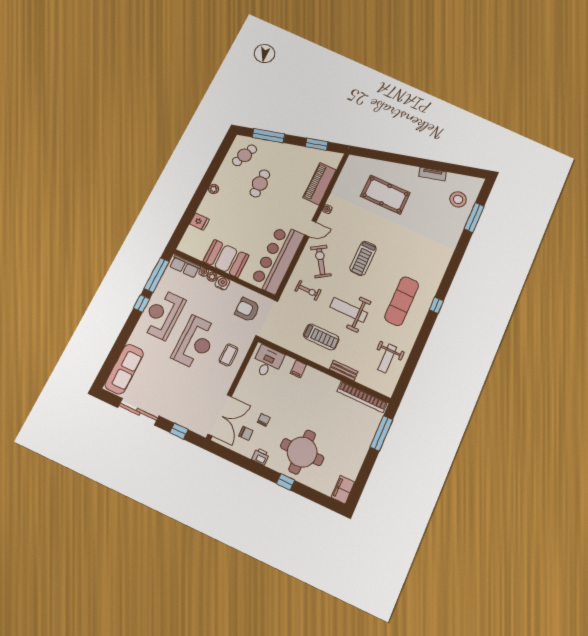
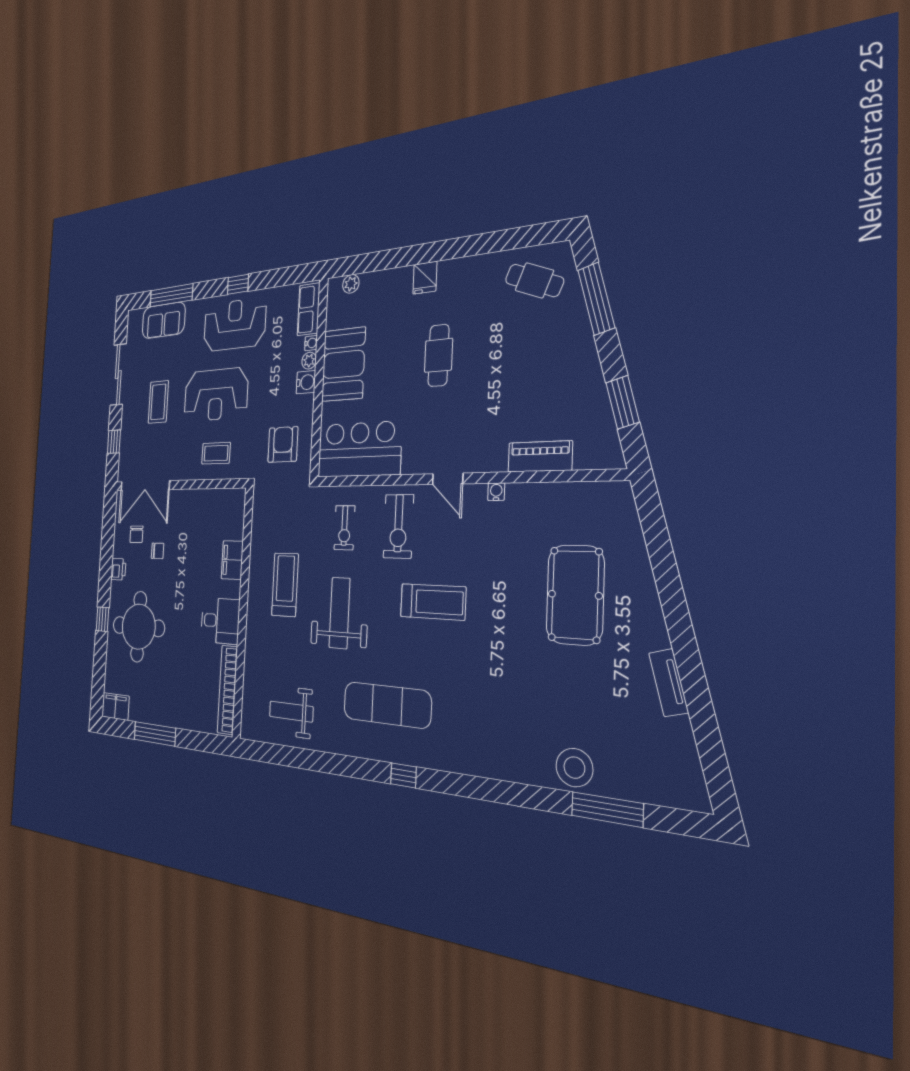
cafe table: (260, 183) -> (439, 355), moved, turned 90
piano: (320, 184) -> (540, 457), width x0.73, depth x0.75
plant: (214, 189) -> (351, 284), moved
stool: (458, 199) -> (574, 768), moved
fridge: (199, 222) -> (425, 278), moved
treadmill: (363, 258) -> (433, 602), turned 180
bar counter: (277, 259) -> (359, 449), width x0.73
exercise bike: (321, 261) -> (398, 526), turned 123
window: (157, 275) -> (171, 295), moved
treadmill: (321, 337) -> (285, 585), turned 180
desk: (268, 362) -> (220, 621), moved
sofa: (124, 369) -> (164, 320), width x0.73
filing cabinet: (298, 369) -> (232, 560), width x2.00
bench: (344, 370) -> (252, 644), removed
coffee table: (175, 386) -> (158, 402), added
window: (381, 433) -> (155, 734), moved

